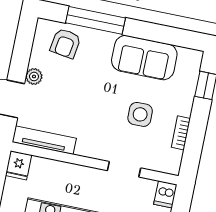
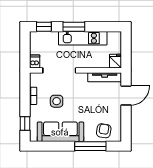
sofa: (144, 58) -> (60, 132), width x1.36
plant: (34, 76) -> (117, 110), removed
doorway: (124, 169) -> (59, 70), width x1.87

